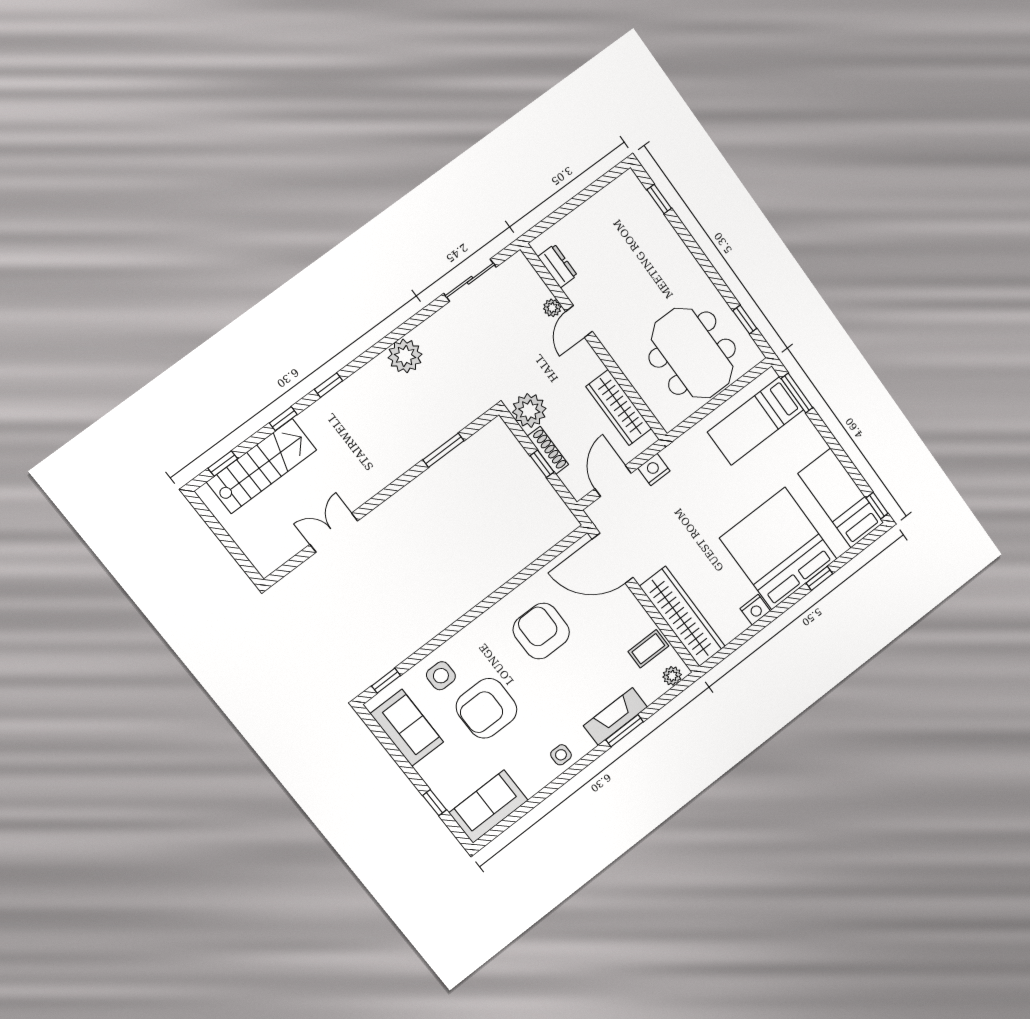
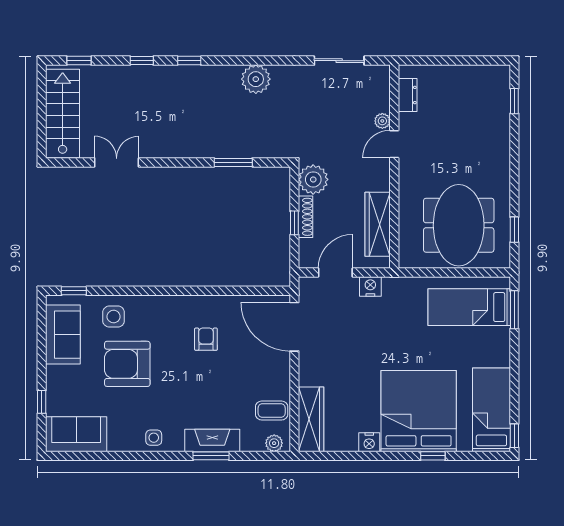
stairs: (262, 466) -> (63, 114), moved, turned -90
wardrobe: (682, 616) -> (311, 419), width x0.71, depth x0.85
armchair: (541, 631) -> (206, 339), width x0.53, depth x0.53

